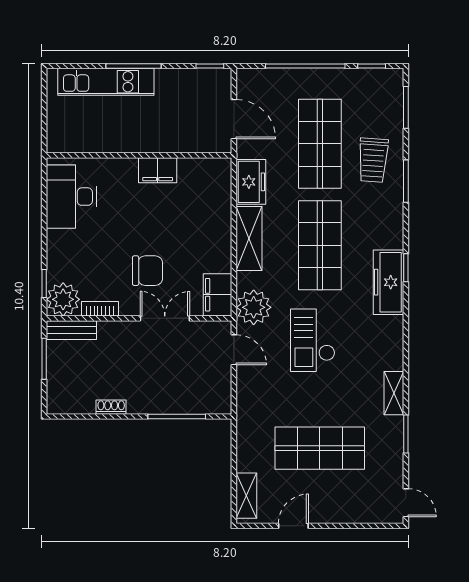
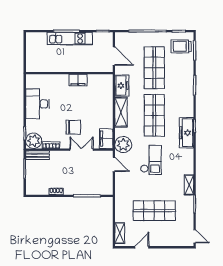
kitchen unit: (106, 82) -> (70, 39), moved
trolley: (373, 160) -> (181, 46), moved, turned 86
desk: (71, 197) -> (38, 104), moved
checkout: (313, 340) -> (151, 160), turned 180

